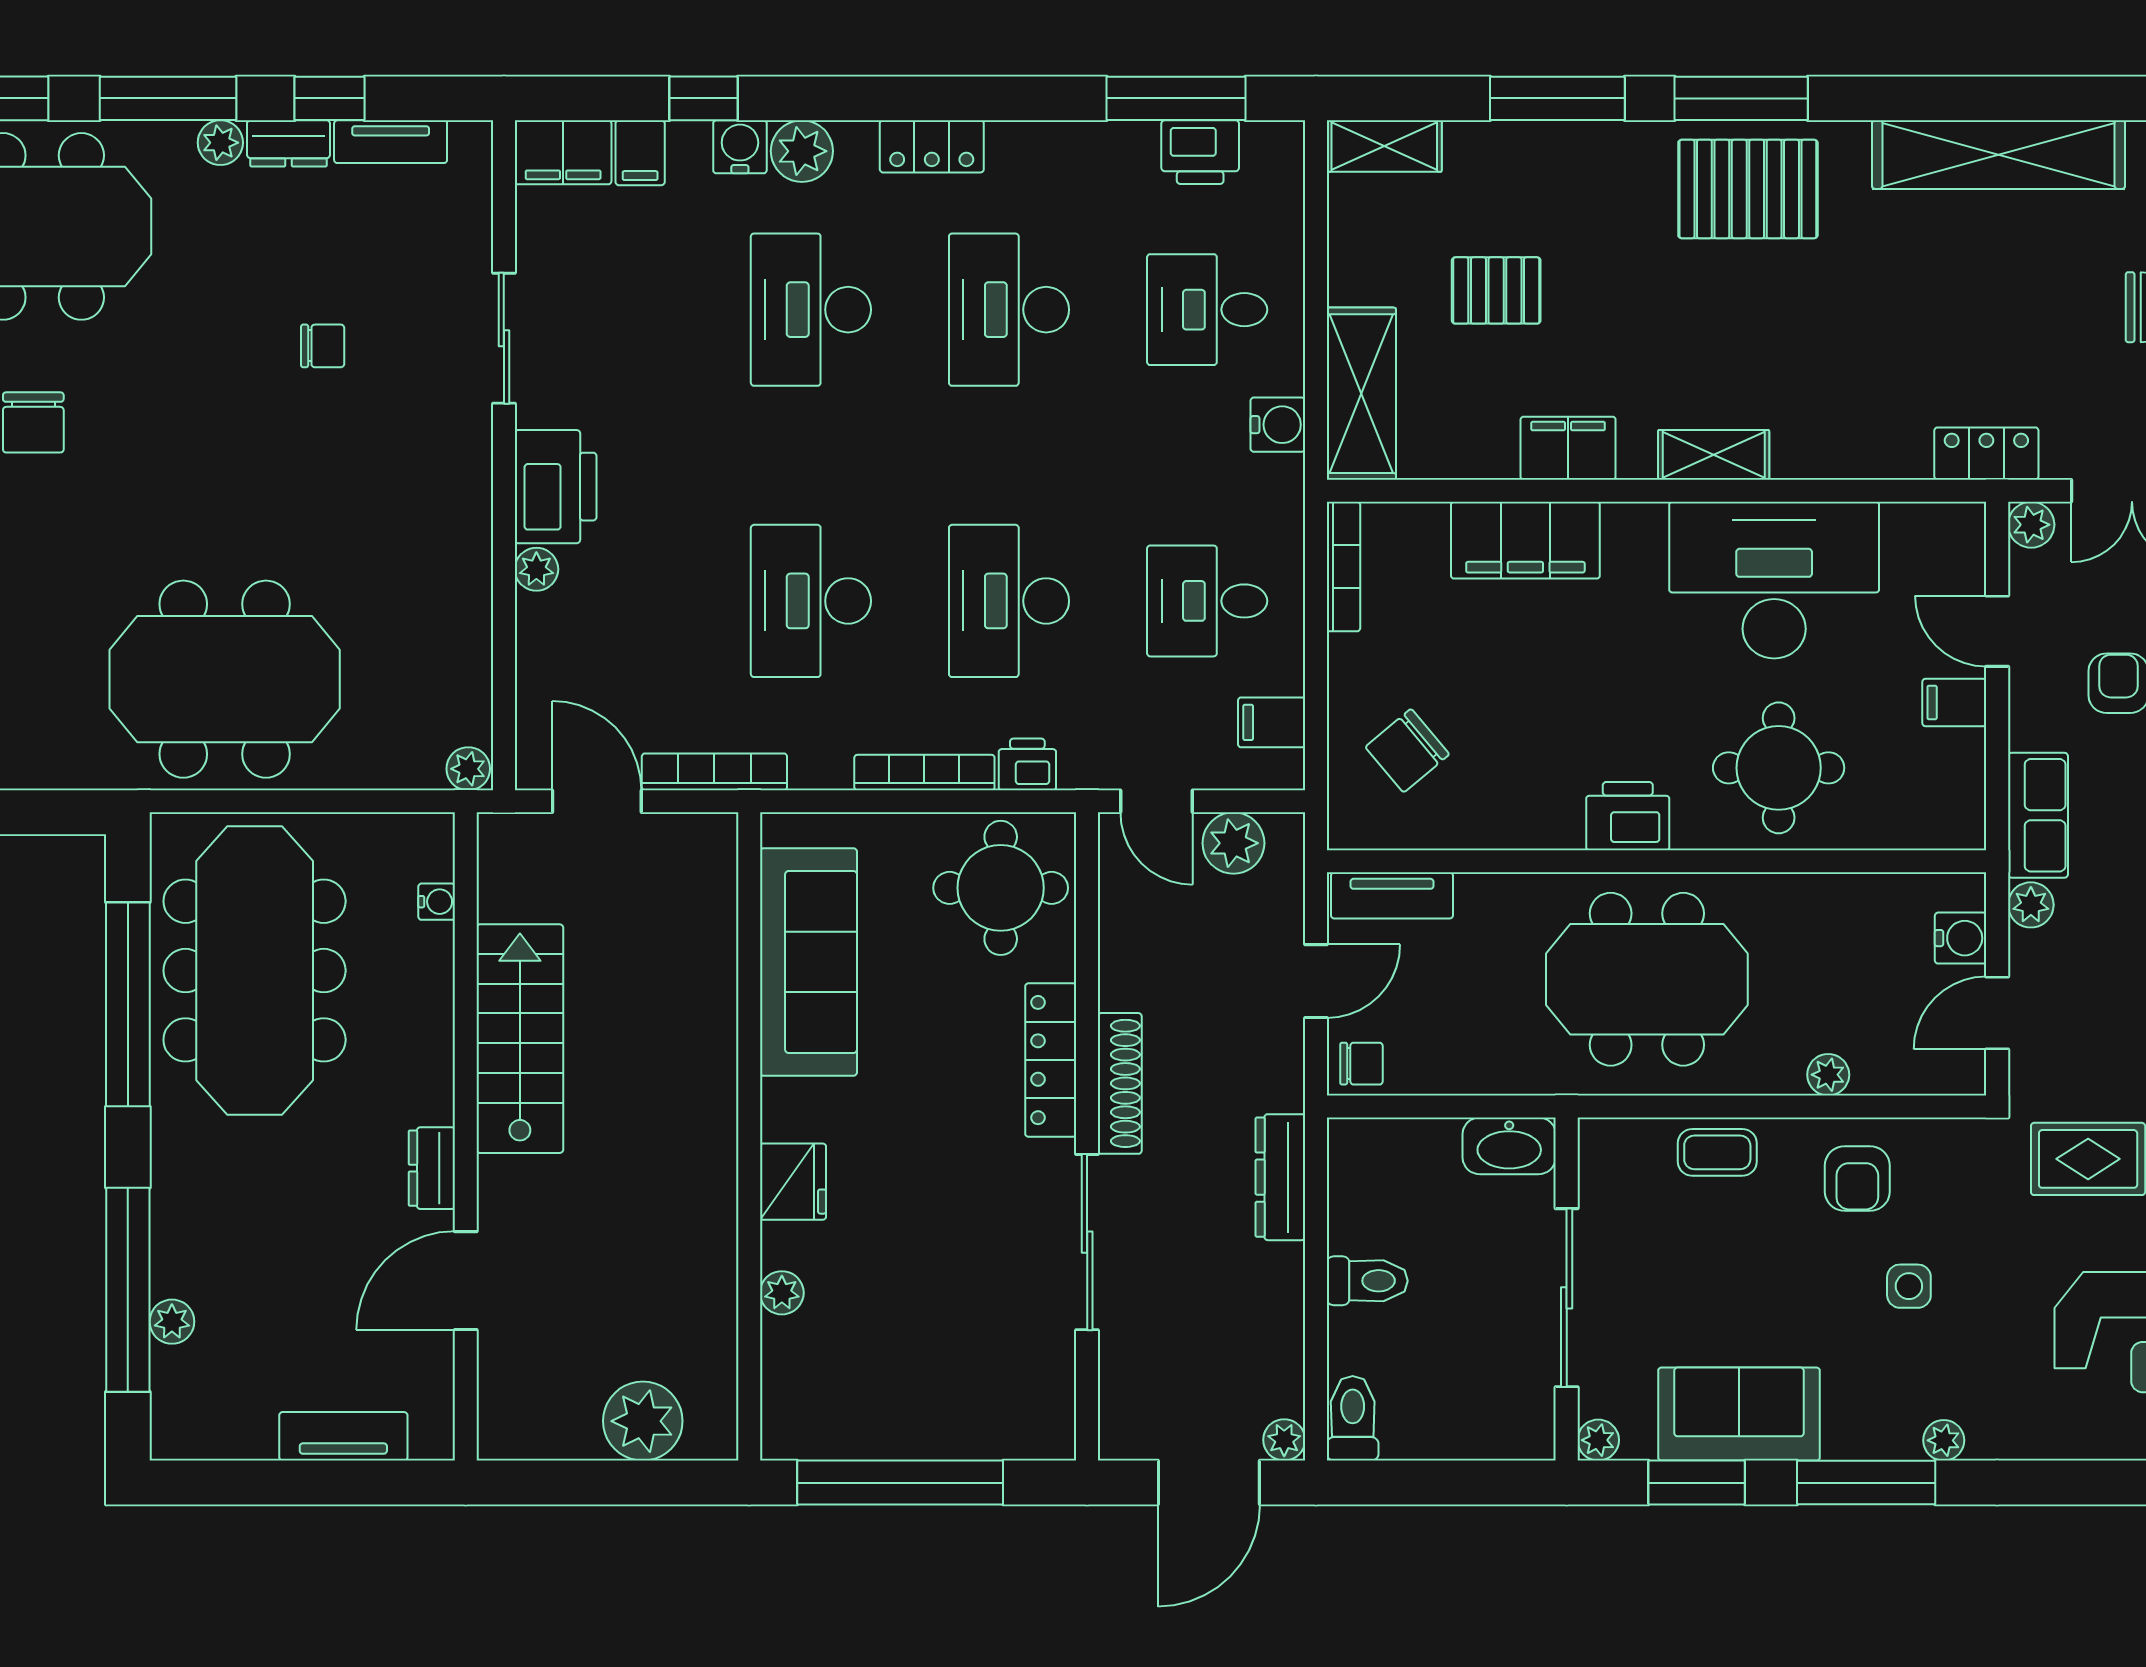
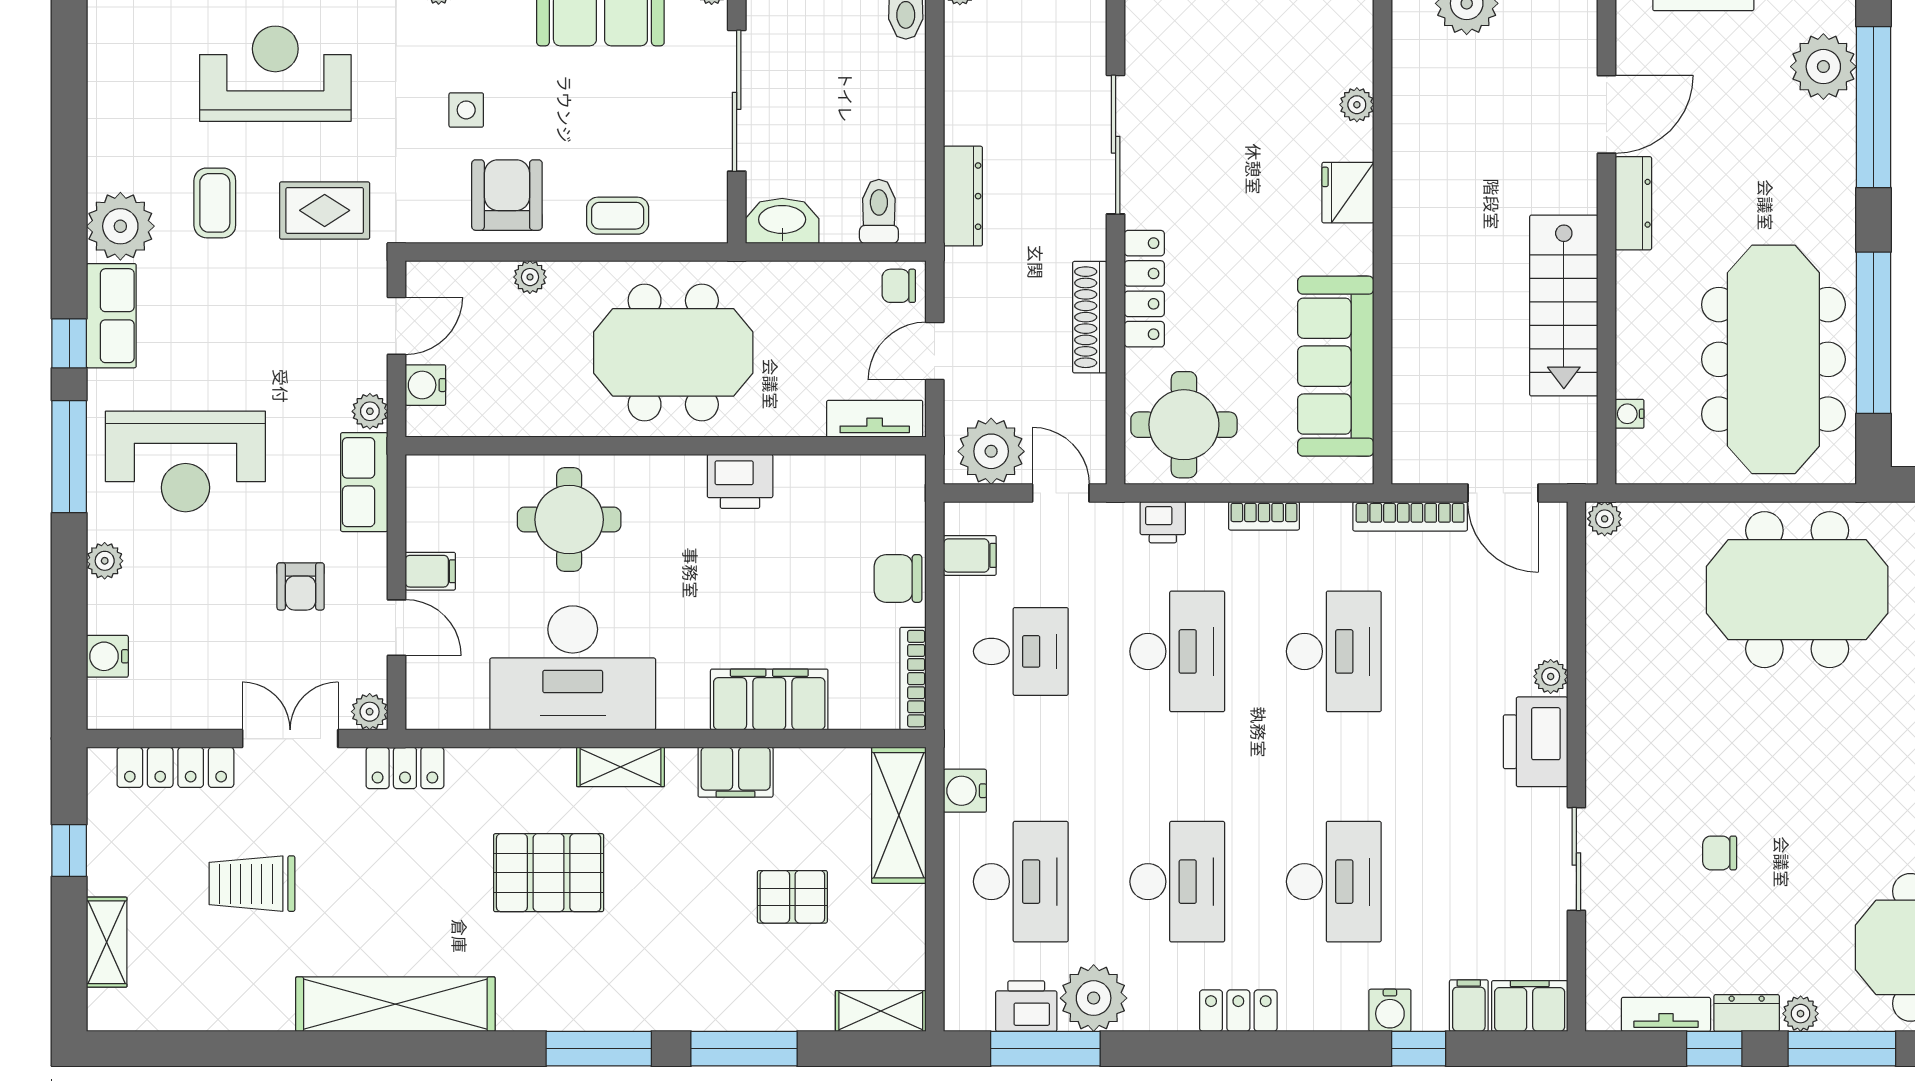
plant: (802, 151) -> (1094, 998), moved, width x1.36, depth x1.36
pallet: (1748, 189) -> (549, 873), moved
desk: (1207, 310) -> (1021, 882), width x1.37
chair: (1407, 751) -> (898, 578), moved, turned -140
bookcase: (924, 773) -> (1264, 516), width x0.64
printer: (1628, 816) -> (740, 481), moved
plant: (1233, 843) -> (991, 451), width x1.36, depth x1.36
shoe rack: (1120, 1083) -> (1090, 317), moved
dresser: (432, 1168) -> (1633, 203), width x1.44
armchair: (1857, 1179) -> (507, 195), width x1.38, depth x1.38
toilet: (1367, 1281) -> (879, 211), moved, turned 90
plant: (172, 1322) -> (1823, 67), width x1.87, depth x1.87

